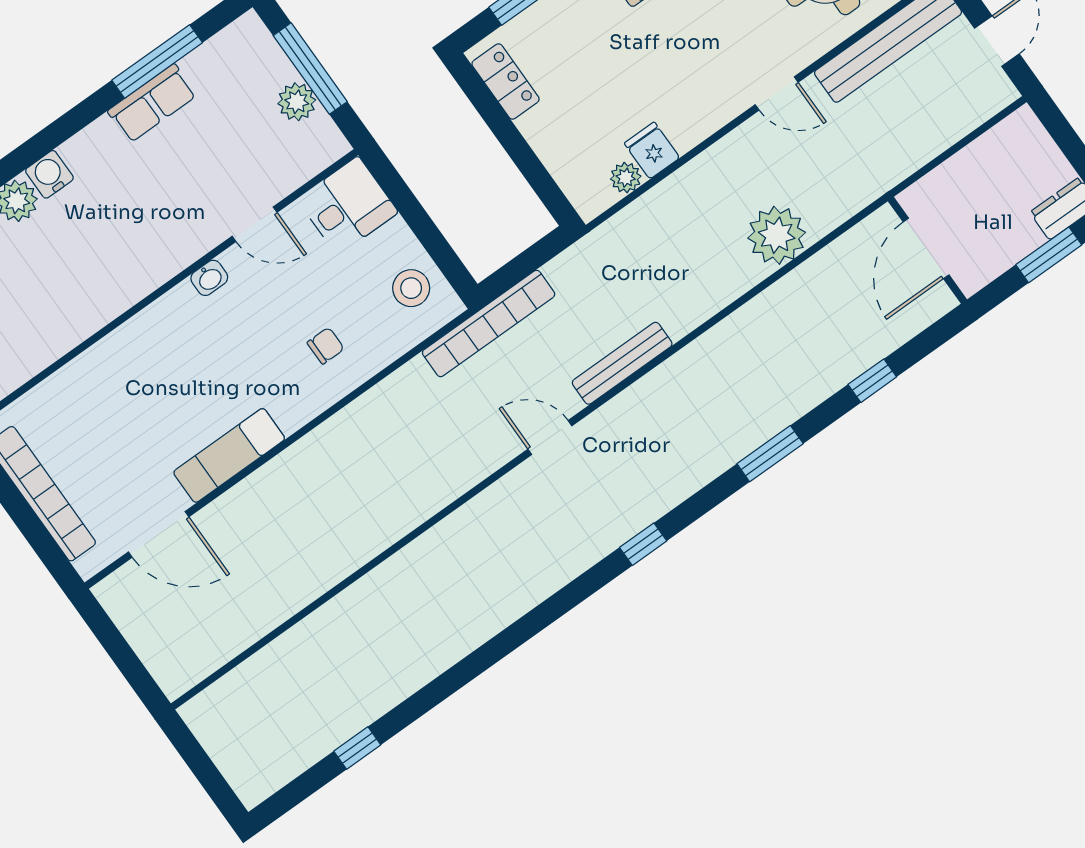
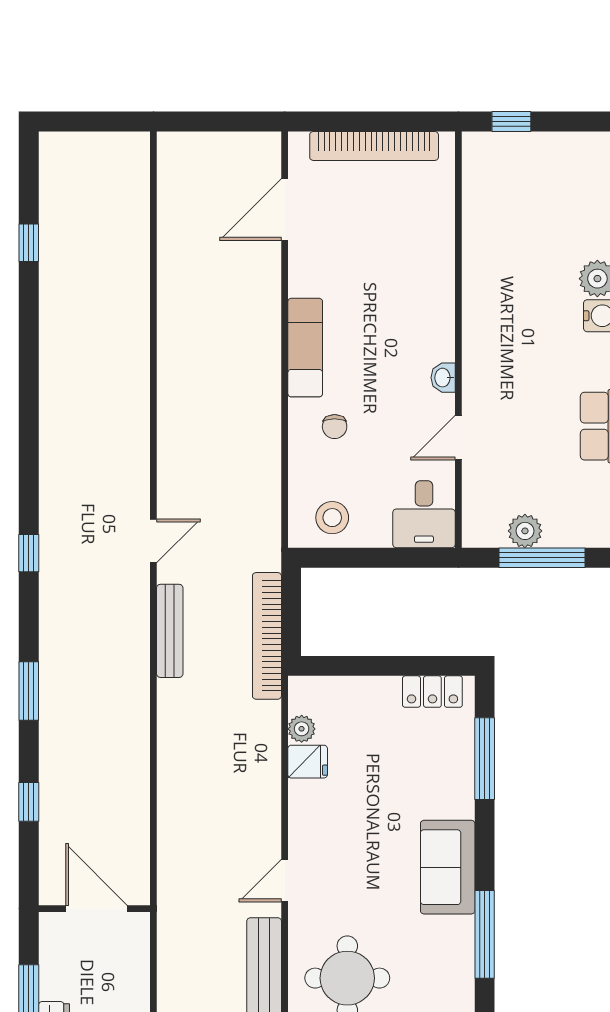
plant: (777, 235) -> (183, 808), removed
bookcase: (489, 324) -> (267, 636), moved
exam couch: (229, 455) -> (305, 348), moved

